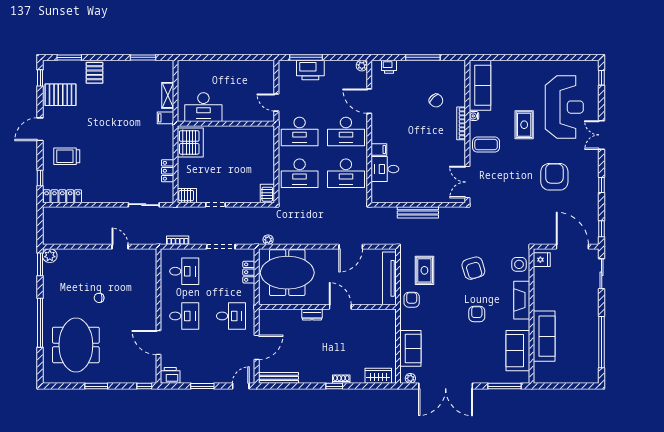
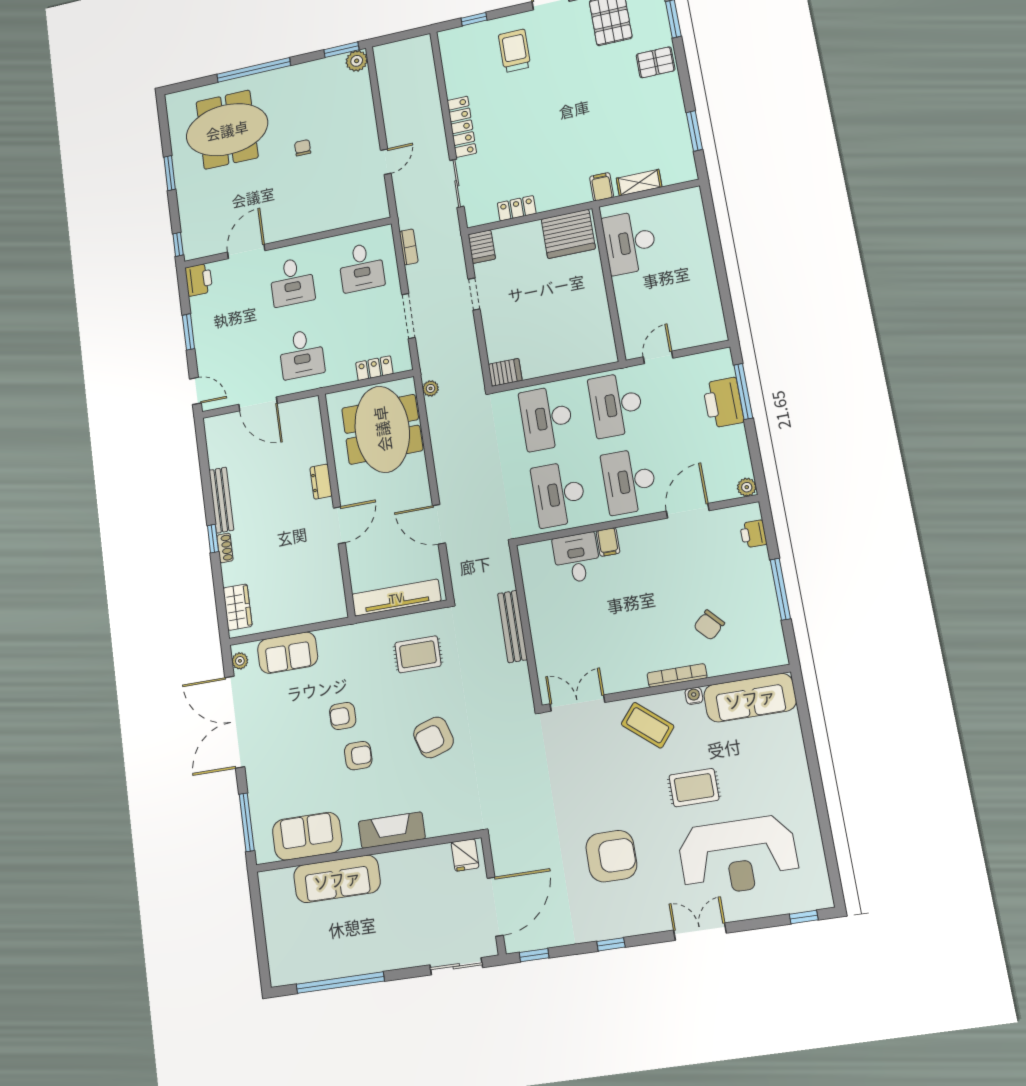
coffee table: (486, 145) -> (648, 725), turned -50
locker: (62, 196) -> (462, 127), moved
side table: (519, 264) -> (451, 816), removed
armchair: (412, 300) -> (343, 716), moved, turned 180
bench: (278, 378) -> (221, 500), moved

